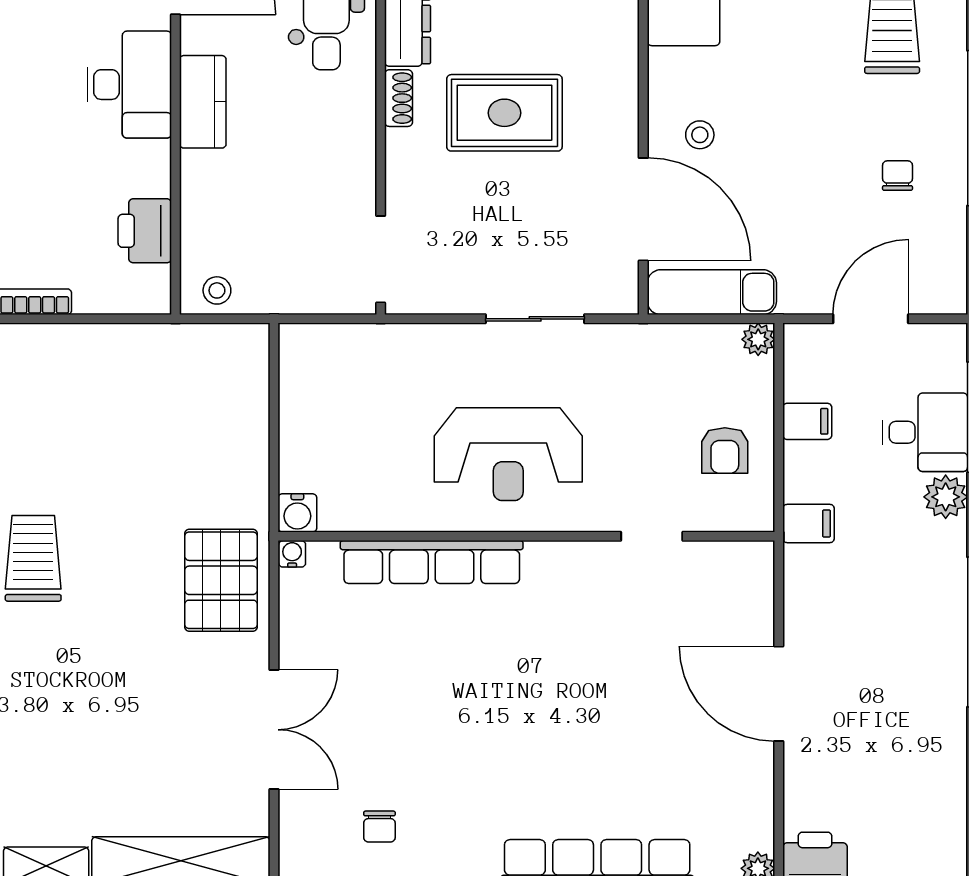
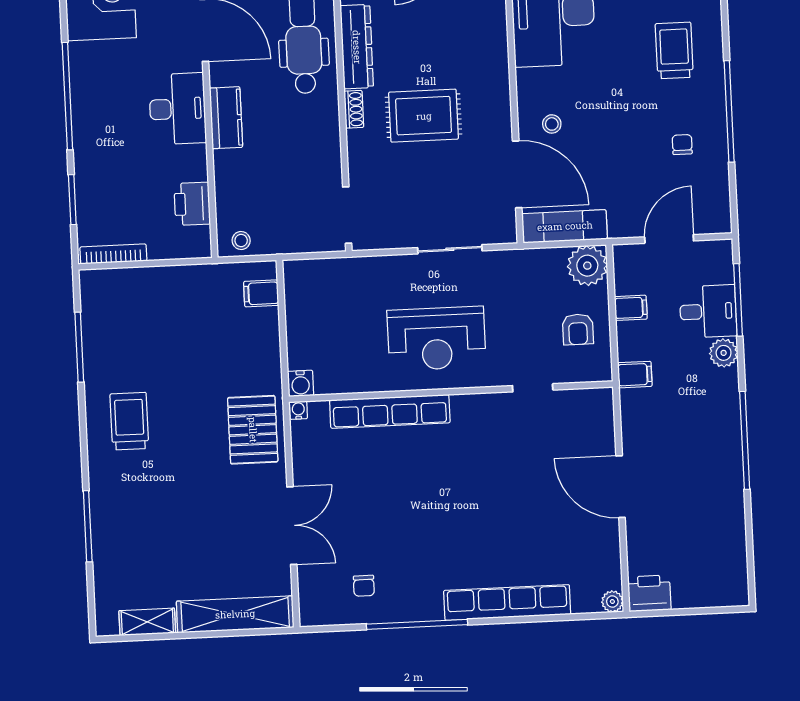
plant: (758, 339) -> (587, 266), width x1.88, depth x1.88
filing cabinet: (244, 373) -> (261, 293), added

